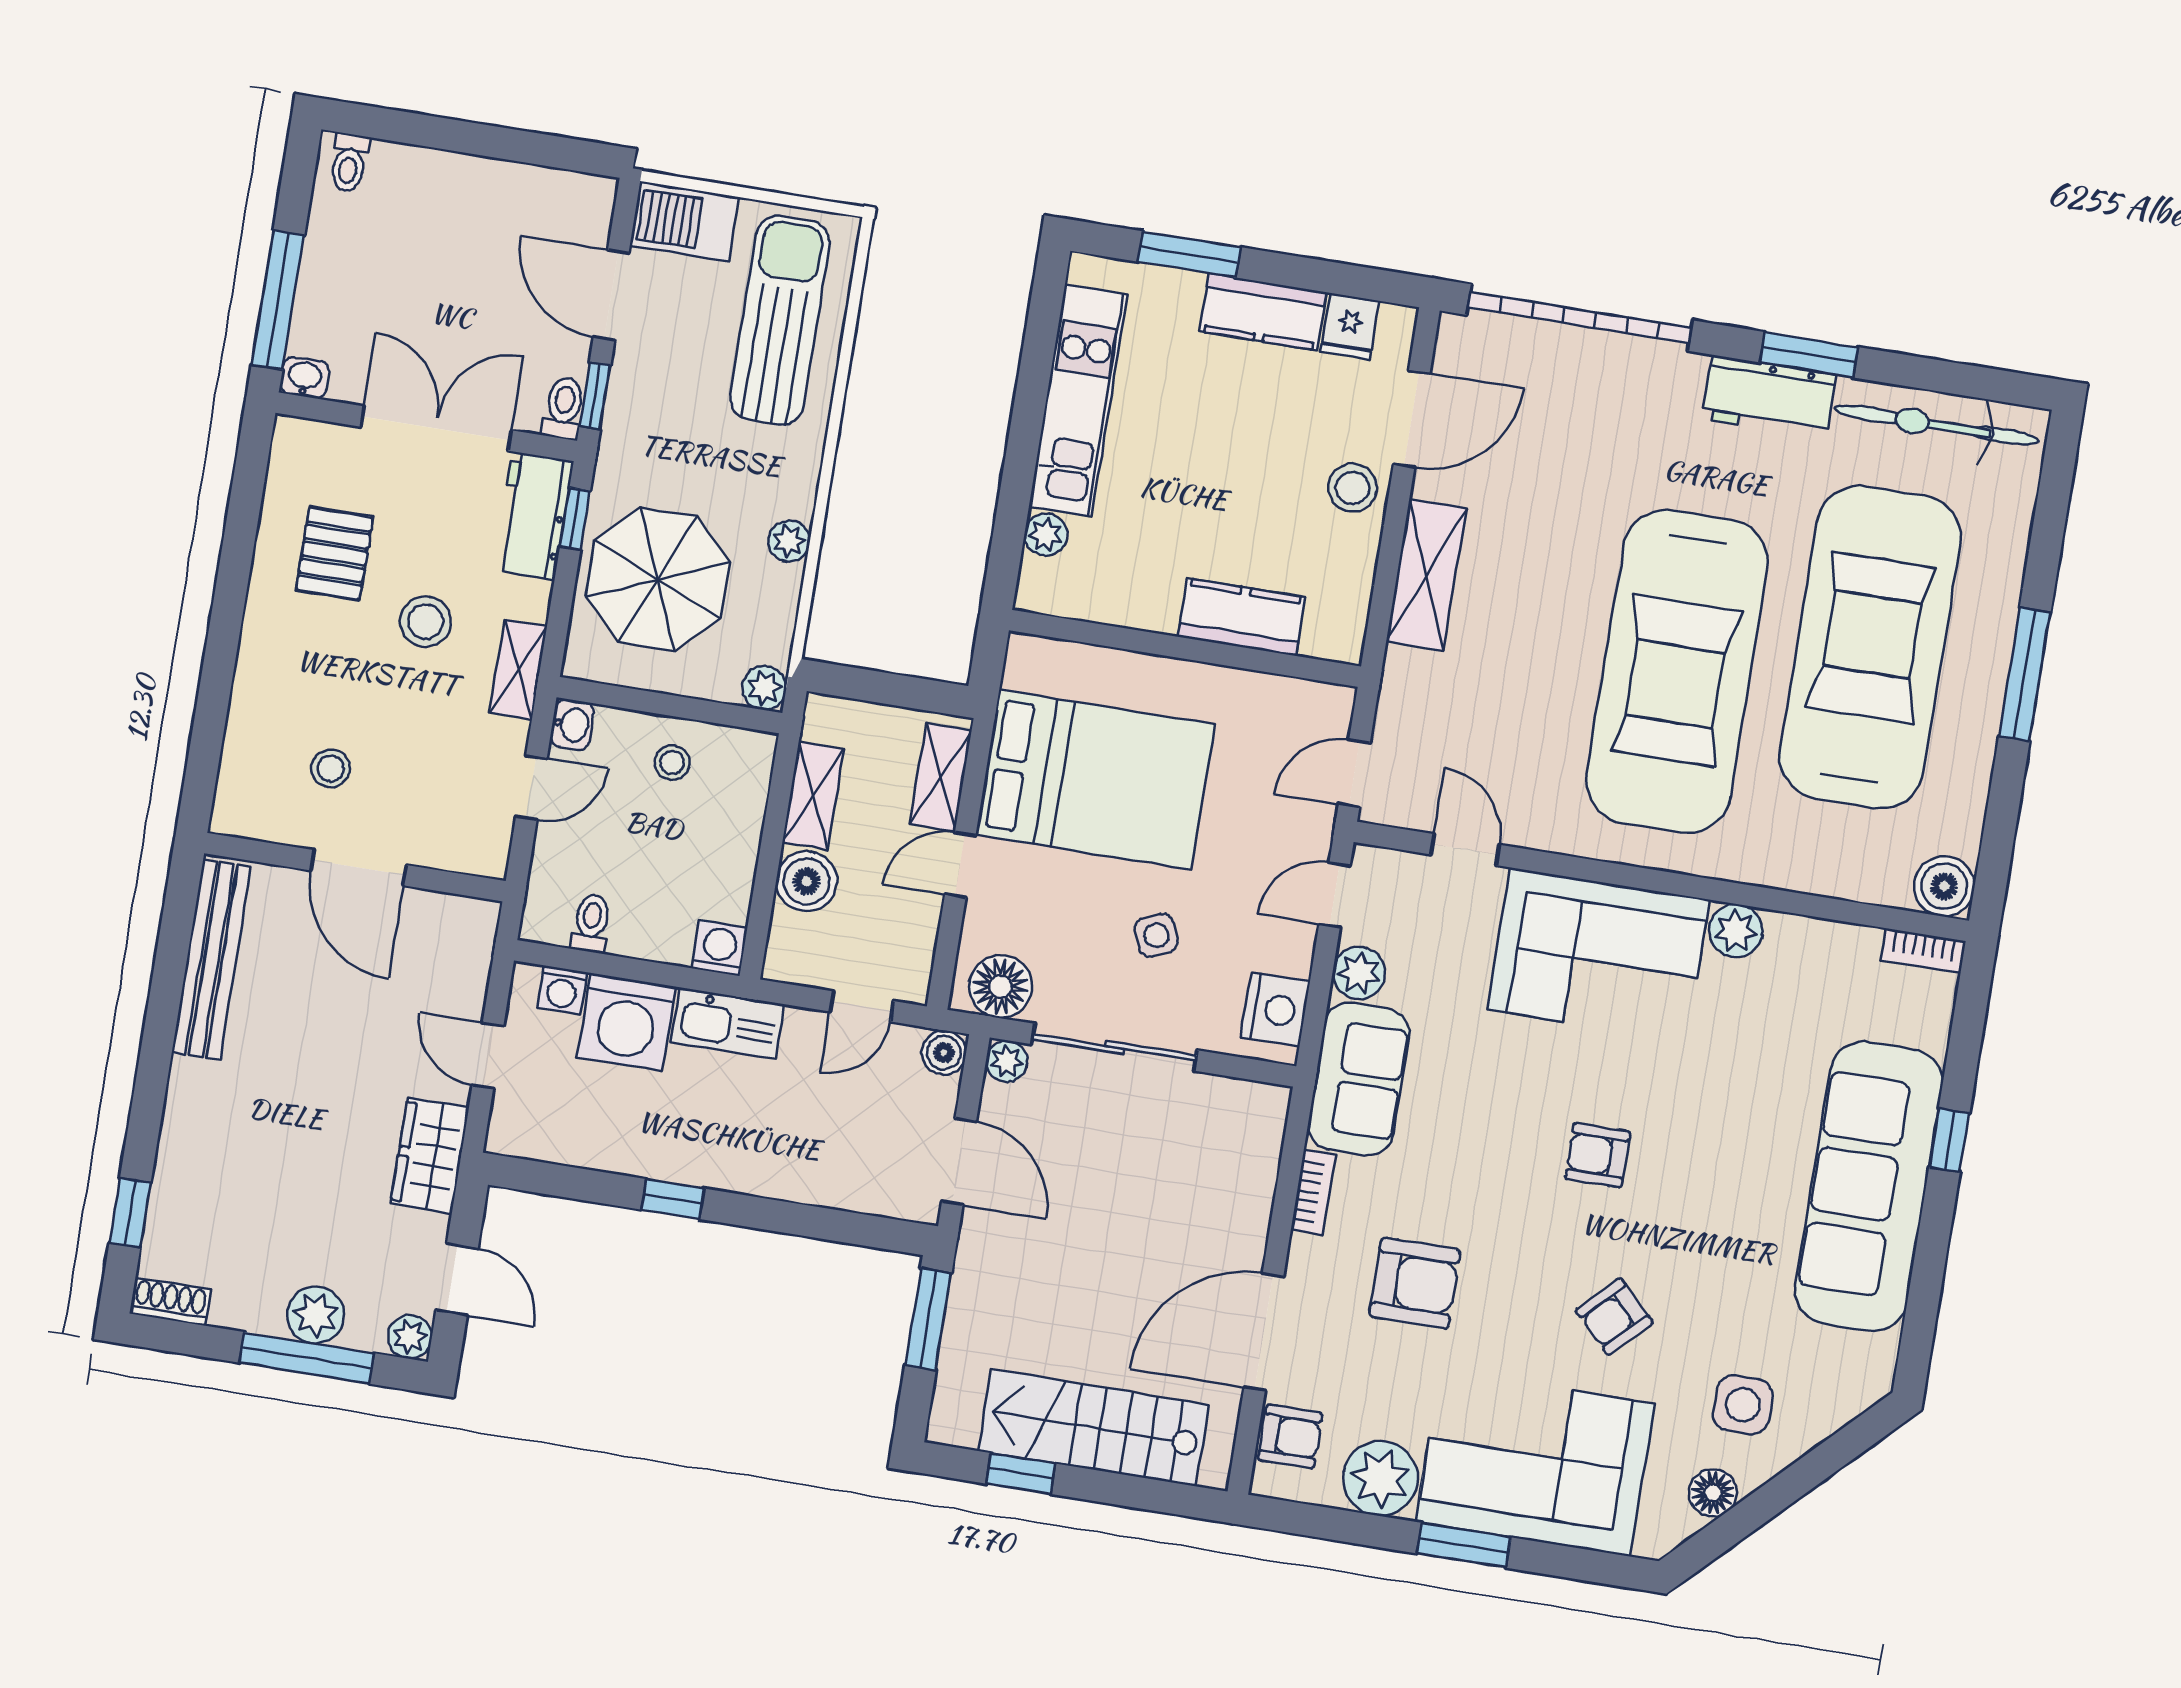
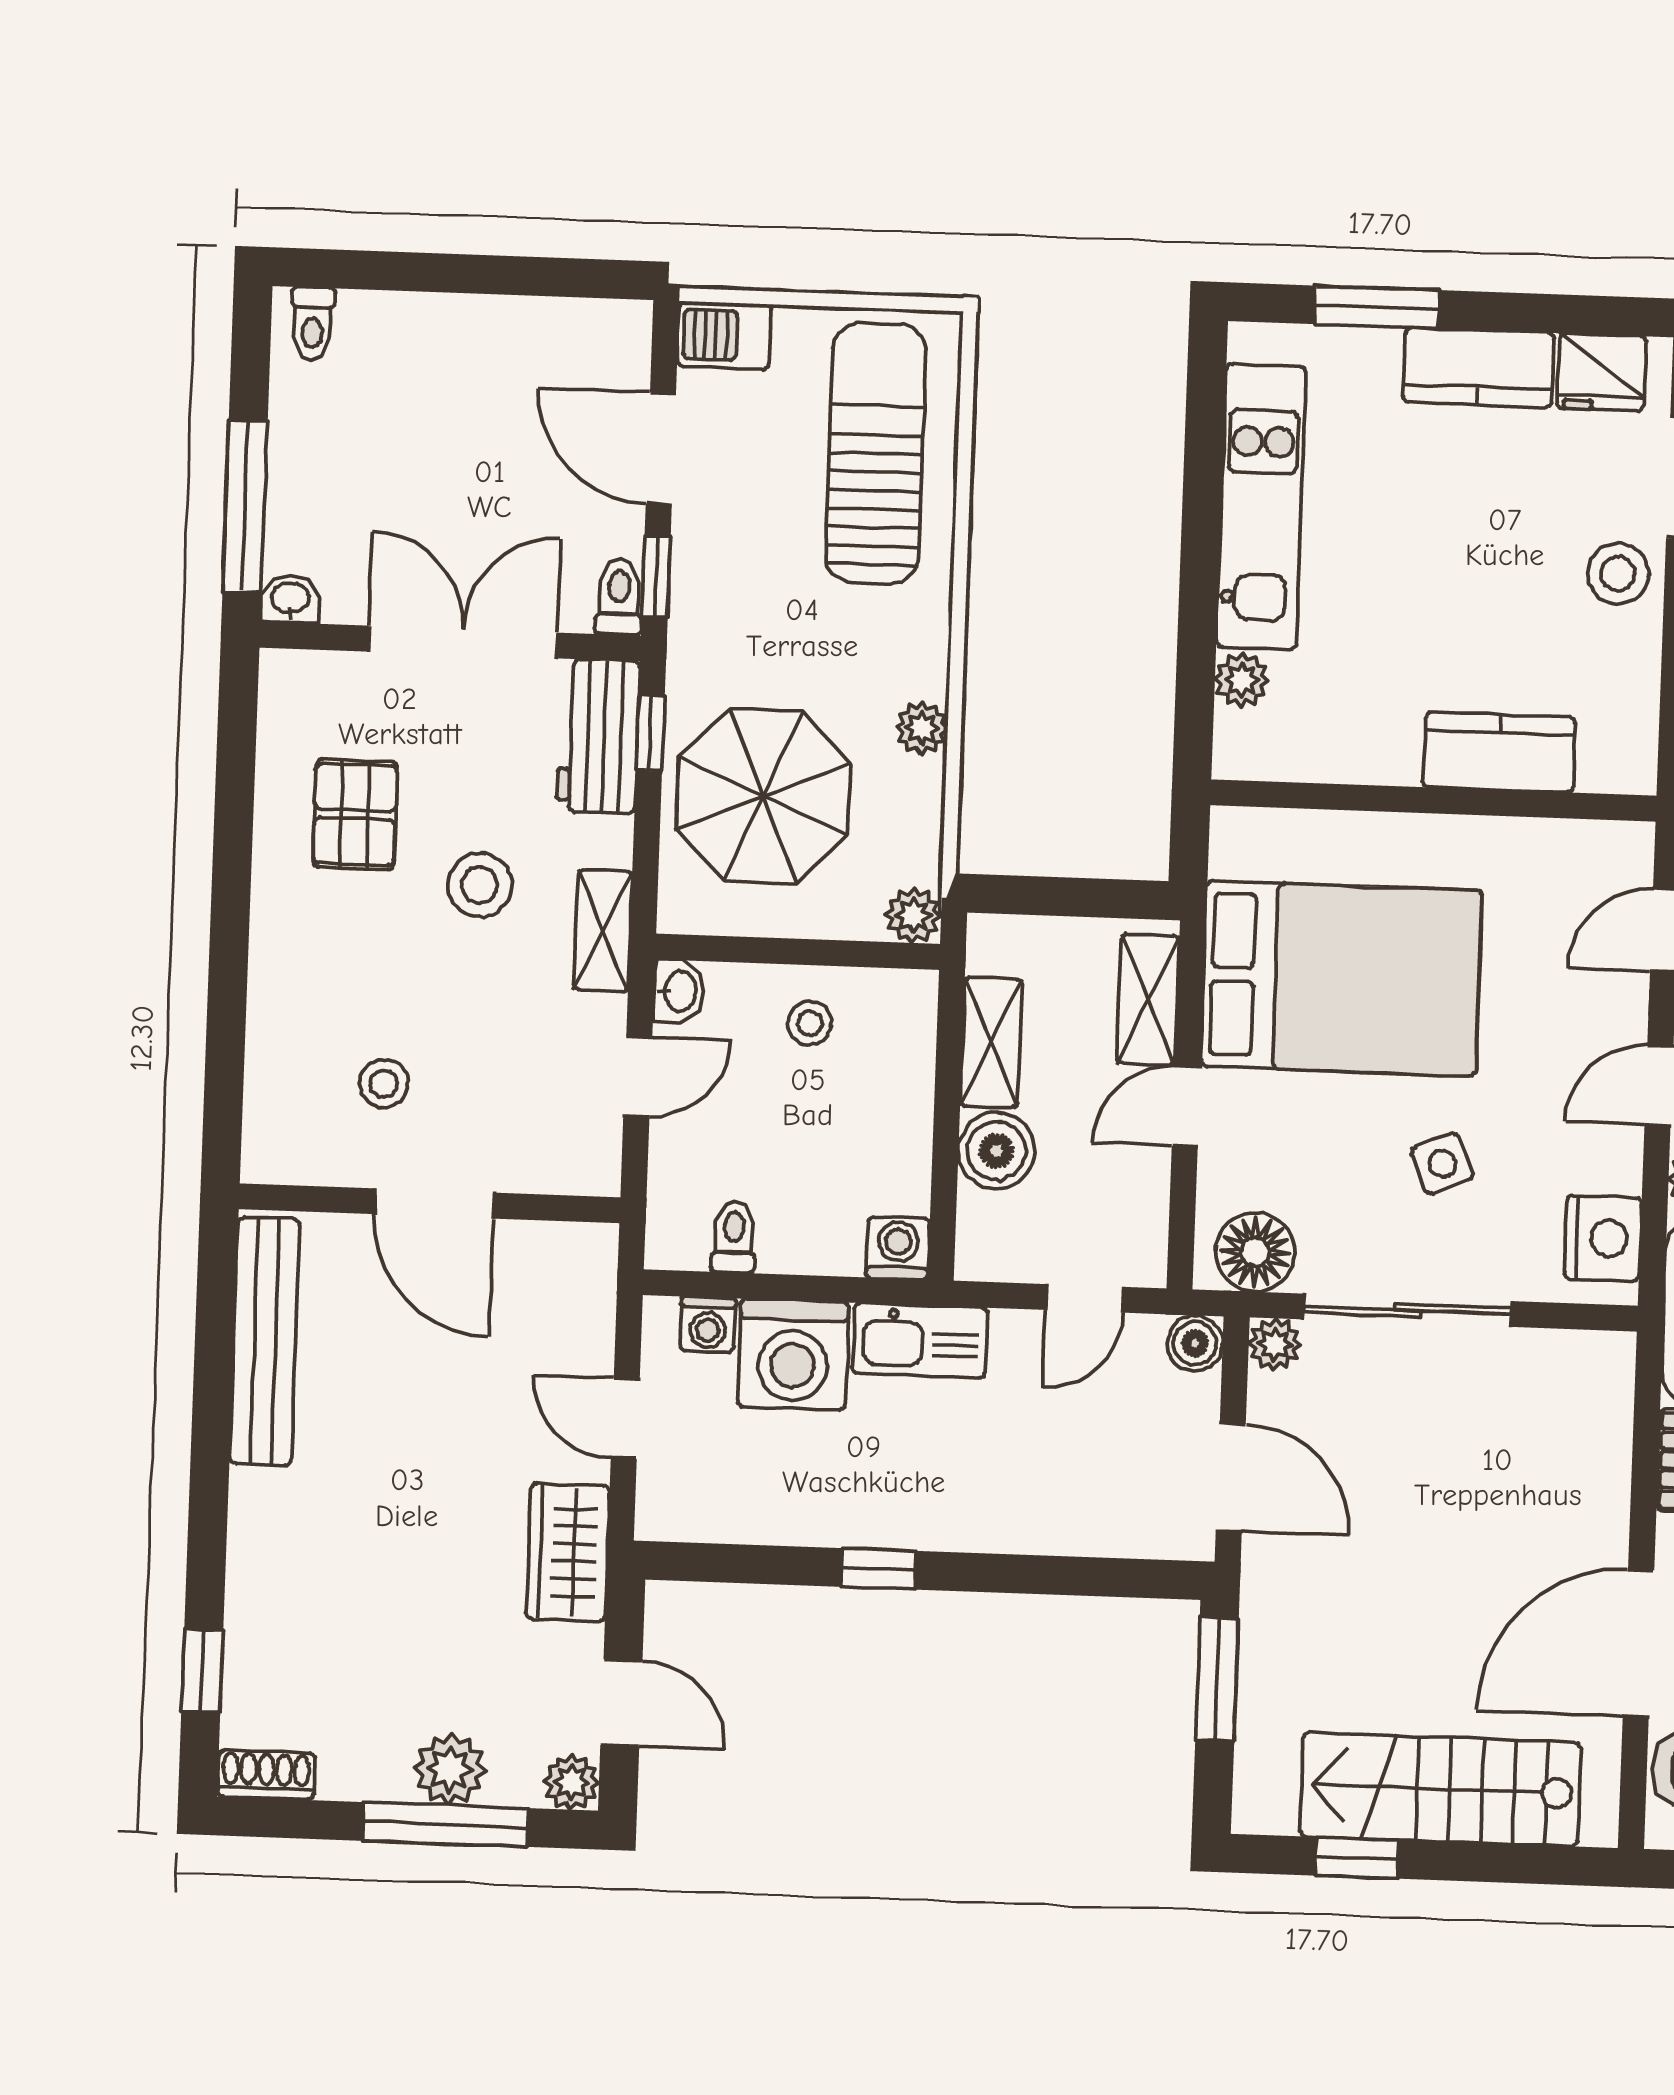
barbecue: (684, 221) -> (724, 335), width x0.73, depth x0.79
fridge: (1350, 326) -> (1602, 372), width x1.38

